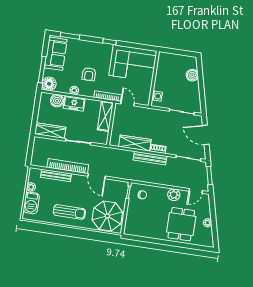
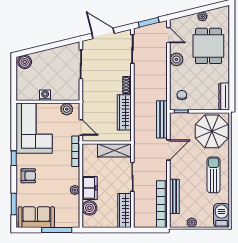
armchair: (89, 74) -> (28, 176), moved
boiler: (192, 75) -> (25, 62), moved
floor lamp: (49, 84) -> (72, 220), removed
plant: (145, 94) -> (67, 109), added
washing machine: (157, 96) -> (45, 95), moved
door: (127, 104) -> (81, 127), swing flipped
shelving: (105, 116) -> (114, 150), moved
door: (206, 135) -> (103, 33), swing flipped
bench: (150, 158) -> (162, 119), moved
bookcase: (68, 166) -> (162, 204), moved
barbecue: (31, 203) -> (222, 215), moved, turned -90
dining table: (181, 224) -> (208, 46), turned 90
dresser: (136, 231) -> (224, 97), added

